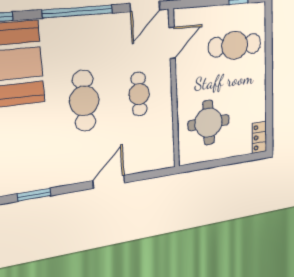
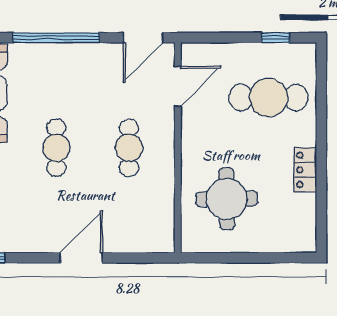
cafe table: (84, 101) -> (56, 148), width x0.73, depth x0.74
locker: (259, 137) -> (305, 170), moved

